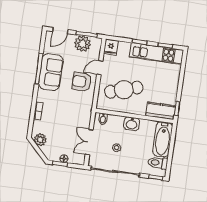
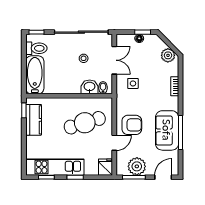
kitchen counter: (161, 111) -> (34, 120), moved, turned -90
side table: (75, 119) -> (133, 83), added
washbasin: (132, 124) -> (90, 87), moved

